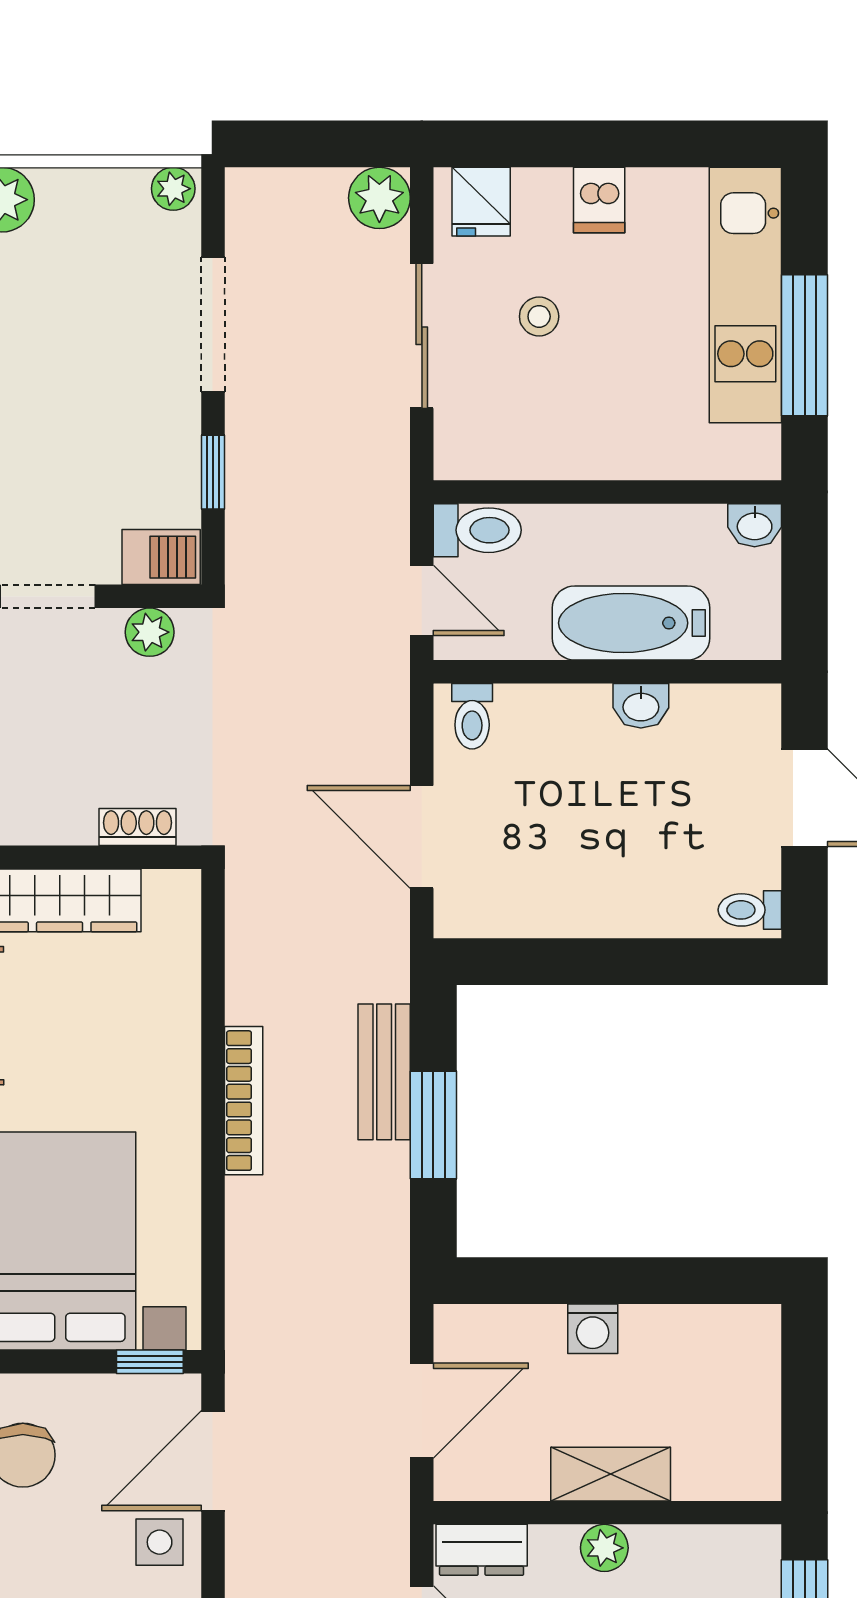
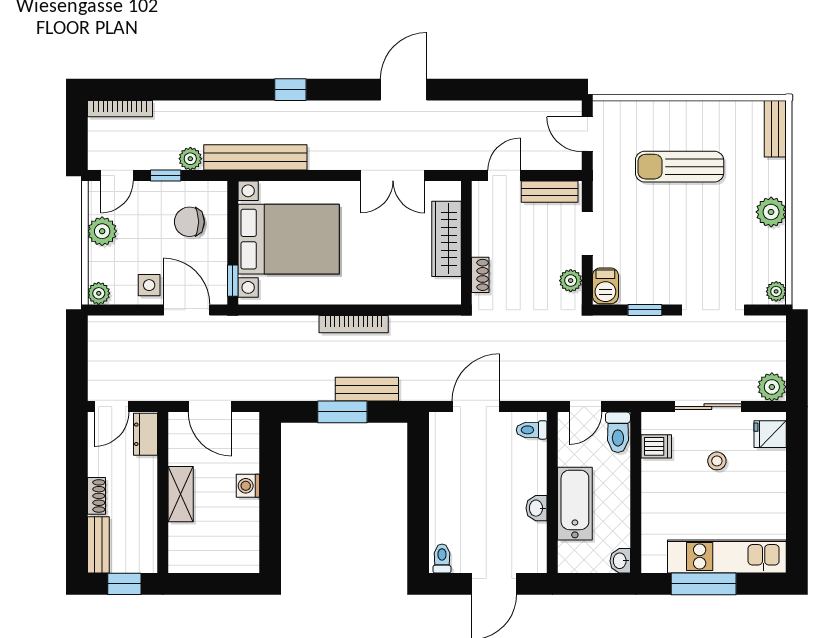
dishwasher: (599, 200) -> (656, 446), moved, turned 180
plant: (604, 1548) -> (146, 491), removed

